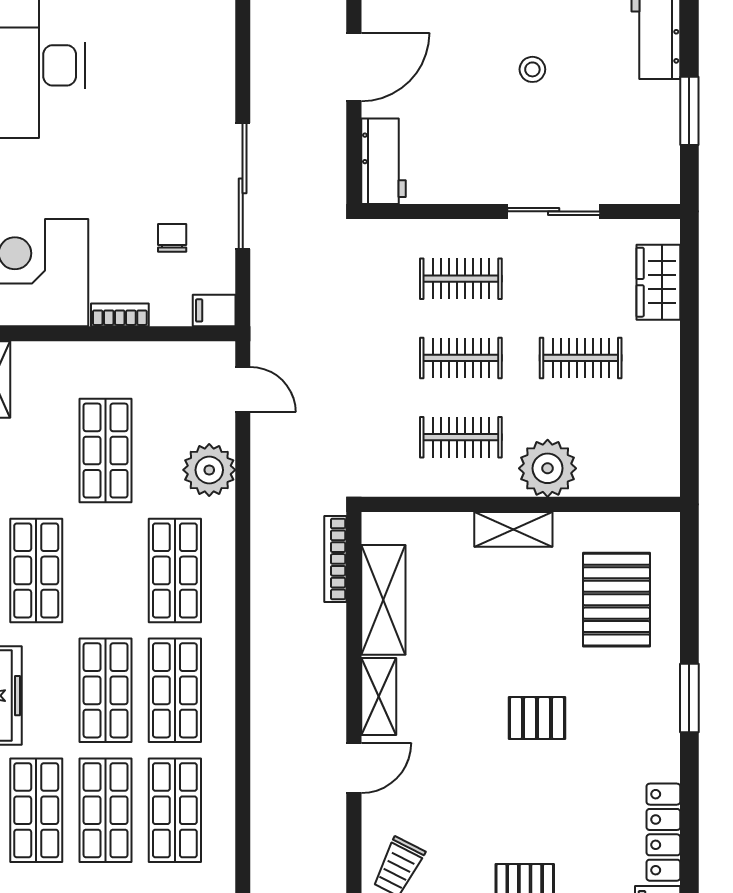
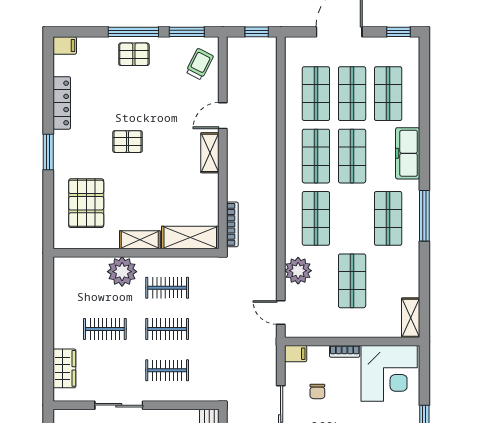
shelving: (383, 600) -> (190, 237), moved, turned 90
locker: (663, 832) -> (62, 103), moved

